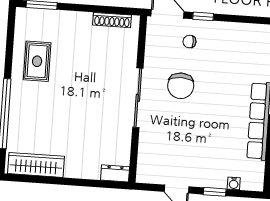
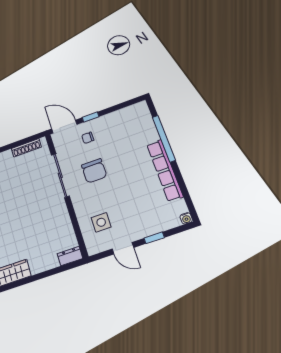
sliding door: (138, 98) -> (60, 175), moved
side table: (165, 150) -> (101, 222), added
water cooler: (234, 183) -> (186, 218), moved

